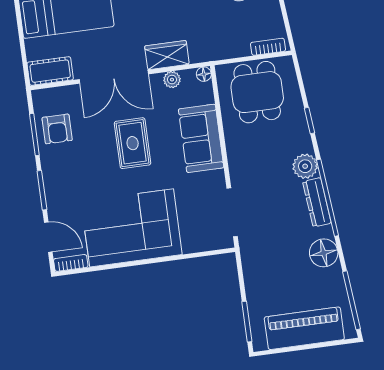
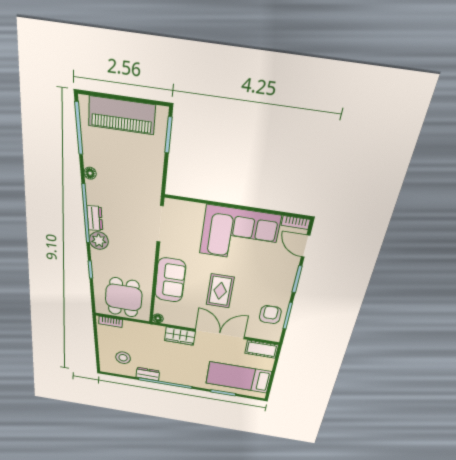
plant: (172, 80) -> (181, 321), removed
dresser: (317, 202) -> (95, 218), width x0.70
floor lamp: (324, 253) -> (90, 173), width x0.53, depth x0.53

